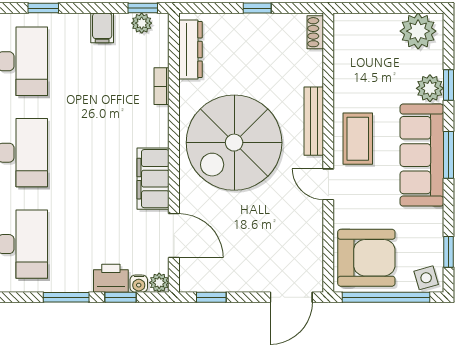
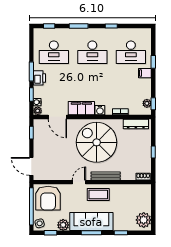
filing cabinet: (102, 28) -> (145, 73), moved
plant: (430, 88) -> (63, 225), moved
water cooler: (158, 135) -> (100, 110), added
door: (174, 236) -> (57, 117), hinge flipped
printer: (111, 278) -> (39, 78), moved

